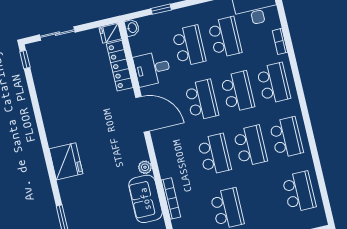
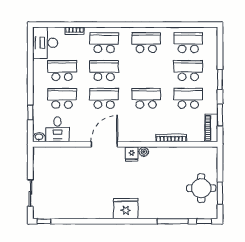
fridge: (110, 33) -> (132, 154), moved
locker: (120, 66) -> (65, 153), removed
desk: (152, 69) -> (57, 129), moved
school desk: (250, 146) -> (188, 71), moved
sofa: (145, 199) -> (167, 157), removed

